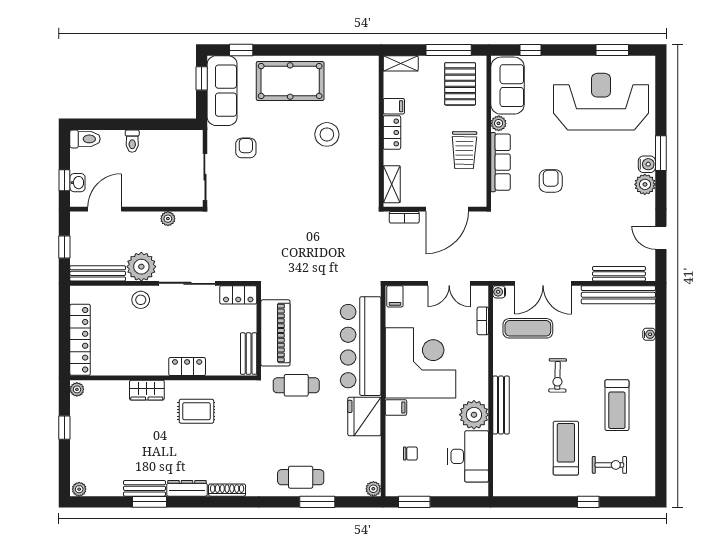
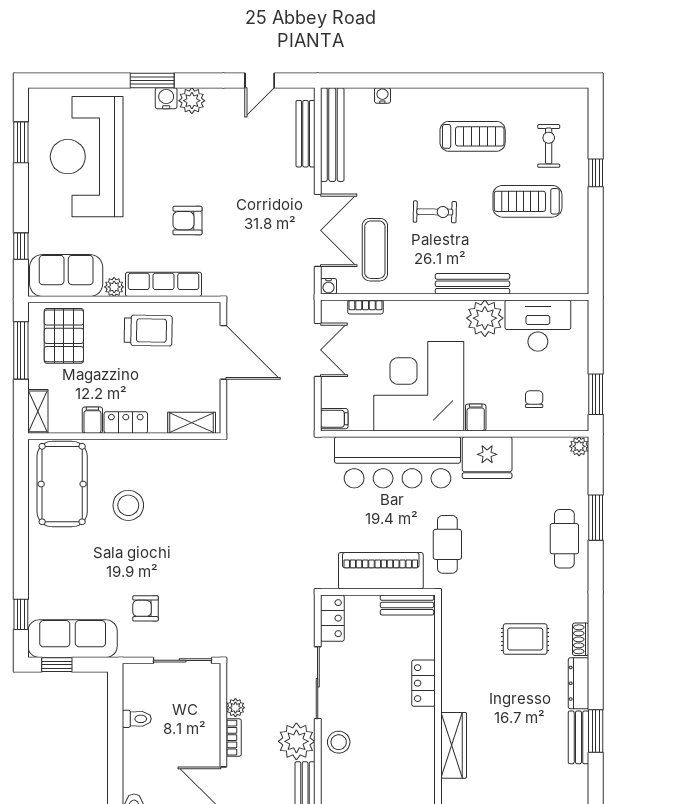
pool table: (290, 81) -> (62, 484), moved
pallet: (460, 84) -> (64, 336), turned 90
toilet: (132, 141) -> (137, 719), moved
bookcase: (404, 217) -> (234, 738), moved
wardrobe: (147, 390) -> (454, 745), width x1.50
rug: (196, 411) -> (525, 639), moved, turned 90
shoe rack: (227, 490) -> (581, 639), width x0.70

